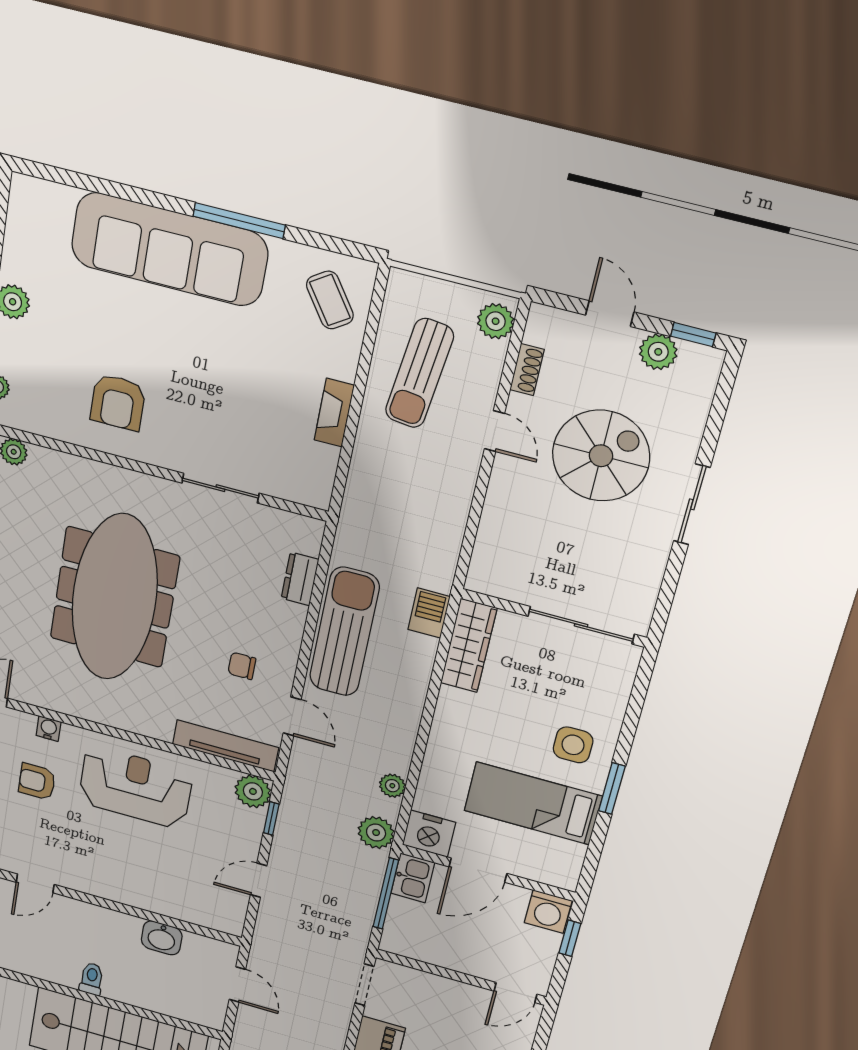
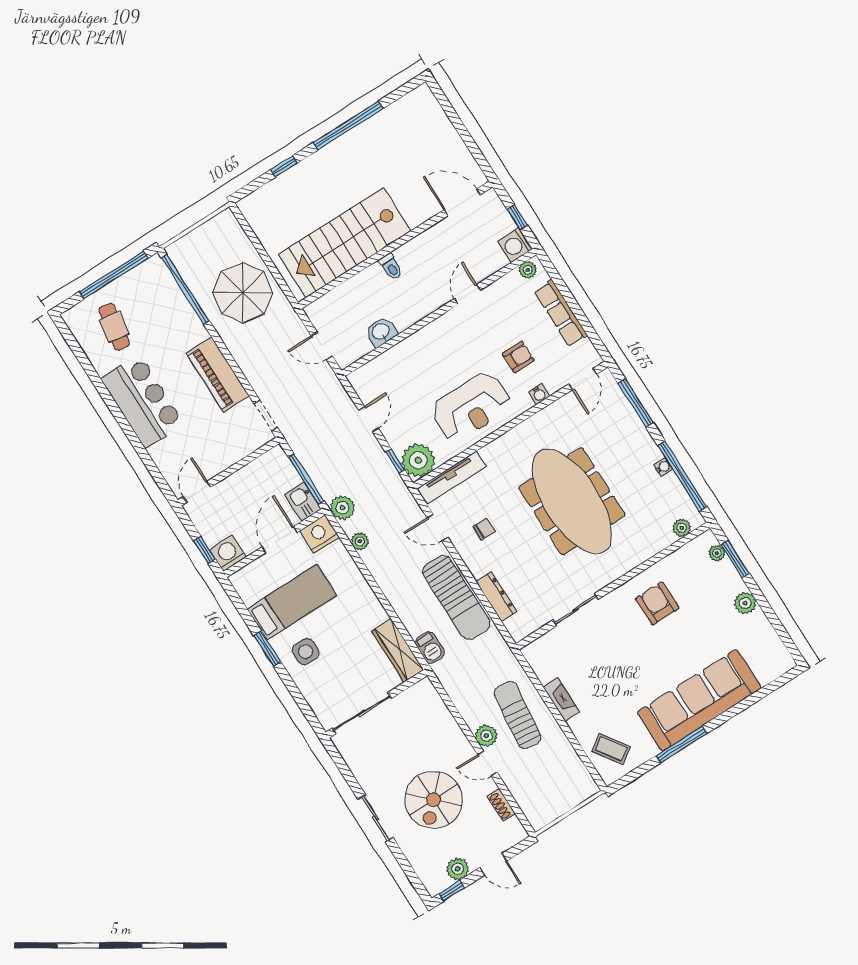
plant: (496, 321) -> (486, 736), moved
sun lounger: (419, 373) -> (518, 715), moved
dresser: (300, 579) -> (496, 596), width x1.44
plant: (253, 791) -> (418, 460), width x1.36, depth x1.36

